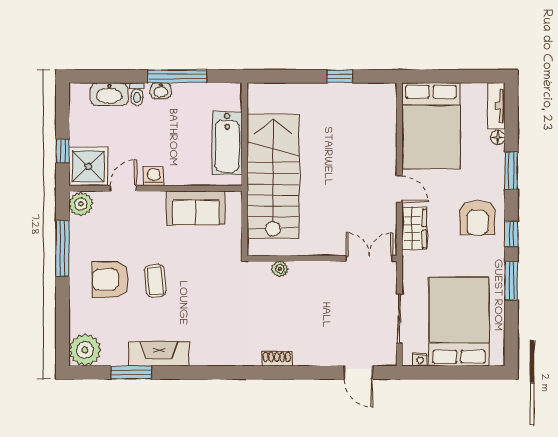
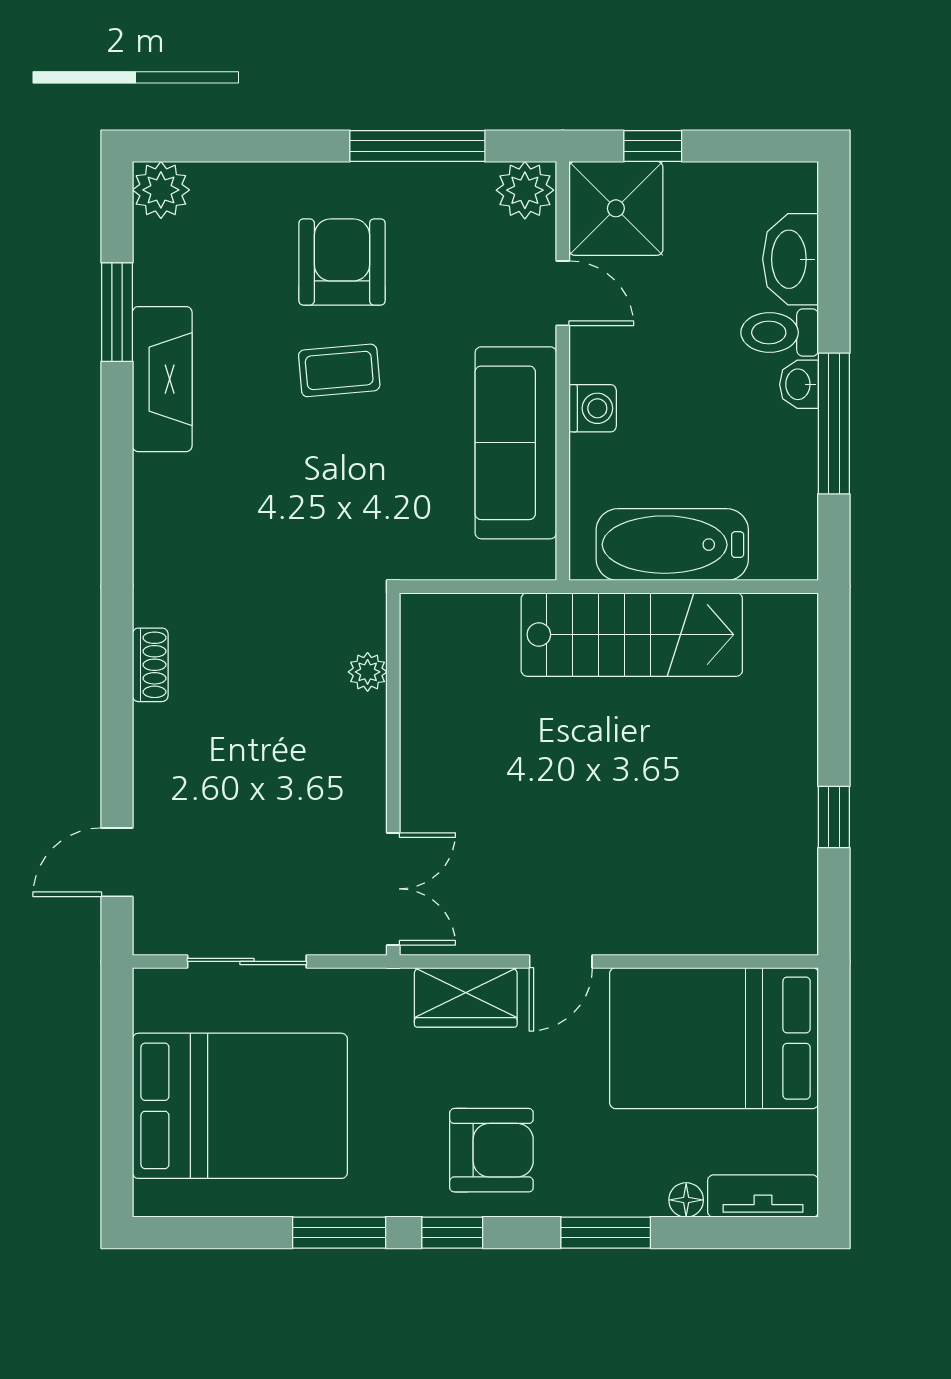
toilet: (137, 94) -> (780, 333), width x1.37, depth x1.39
washing machine: (154, 176) -> (593, 408), moved
stairs: (273, 176) -> (632, 635), width x0.73, depth x0.66
sofa: (196, 208) -> (516, 443), width x1.36
armchair: (477, 218) -> (491, 1150), turned 180
plant: (85, 350) -> (161, 190), width x0.73, depth x0.73
nightstand: (420, 359) -> (149, 1012), removed

